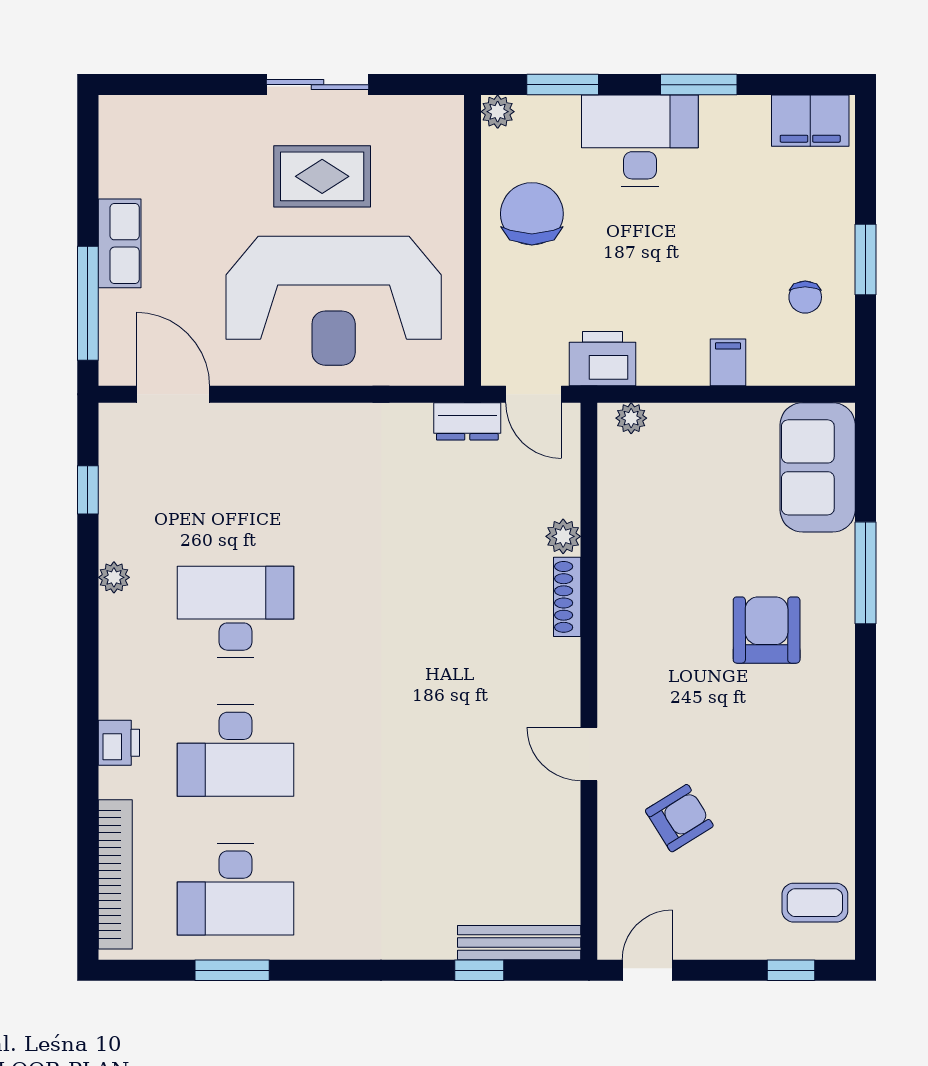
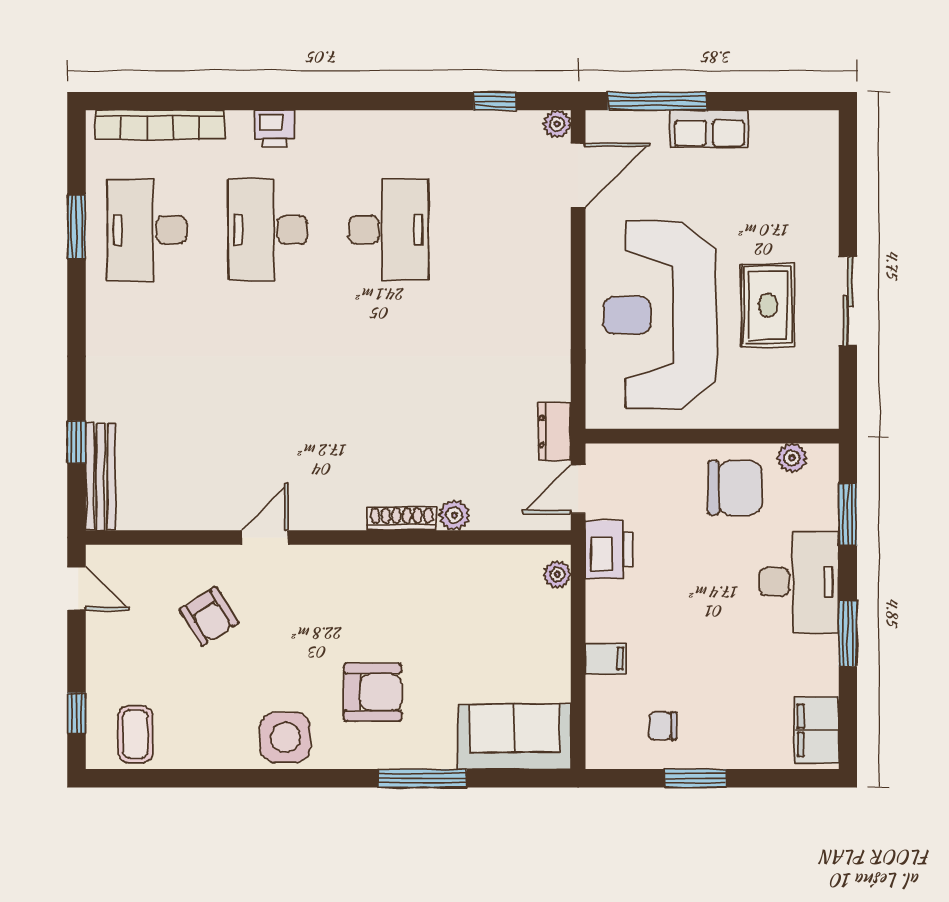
plant: (498, 112) -> (792, 458), moved
plant: (114, 577) -> (557, 124), moved
side table: (818, 730) -> (285, 737), added

